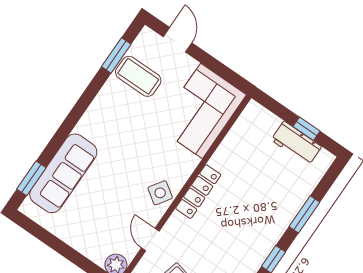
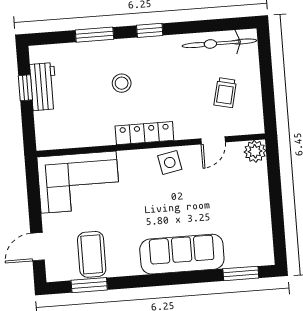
sofa: (63, 173) -> (182, 254), moved
side table: (160, 193) -> (170, 162), turned 45
stool: (251, 205) -> (122, 83), added

